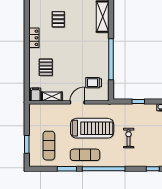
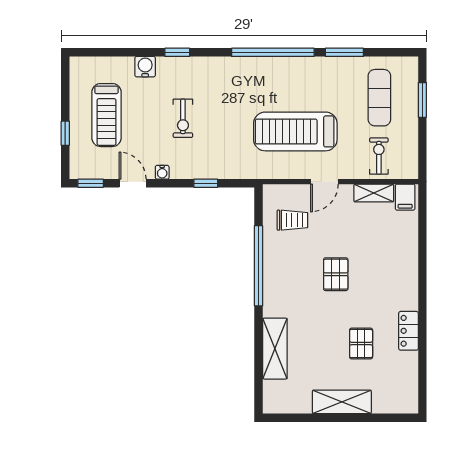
locker: (34, 38) -> (408, 331), moved
pallet: (46, 67) -> (336, 274), moved
exercise bike: (49, 116) -> (379, 156), added
exercise bike: (129, 138) -> (183, 118), moved
exercise mat: (85, 155) -> (309, 80), removed

